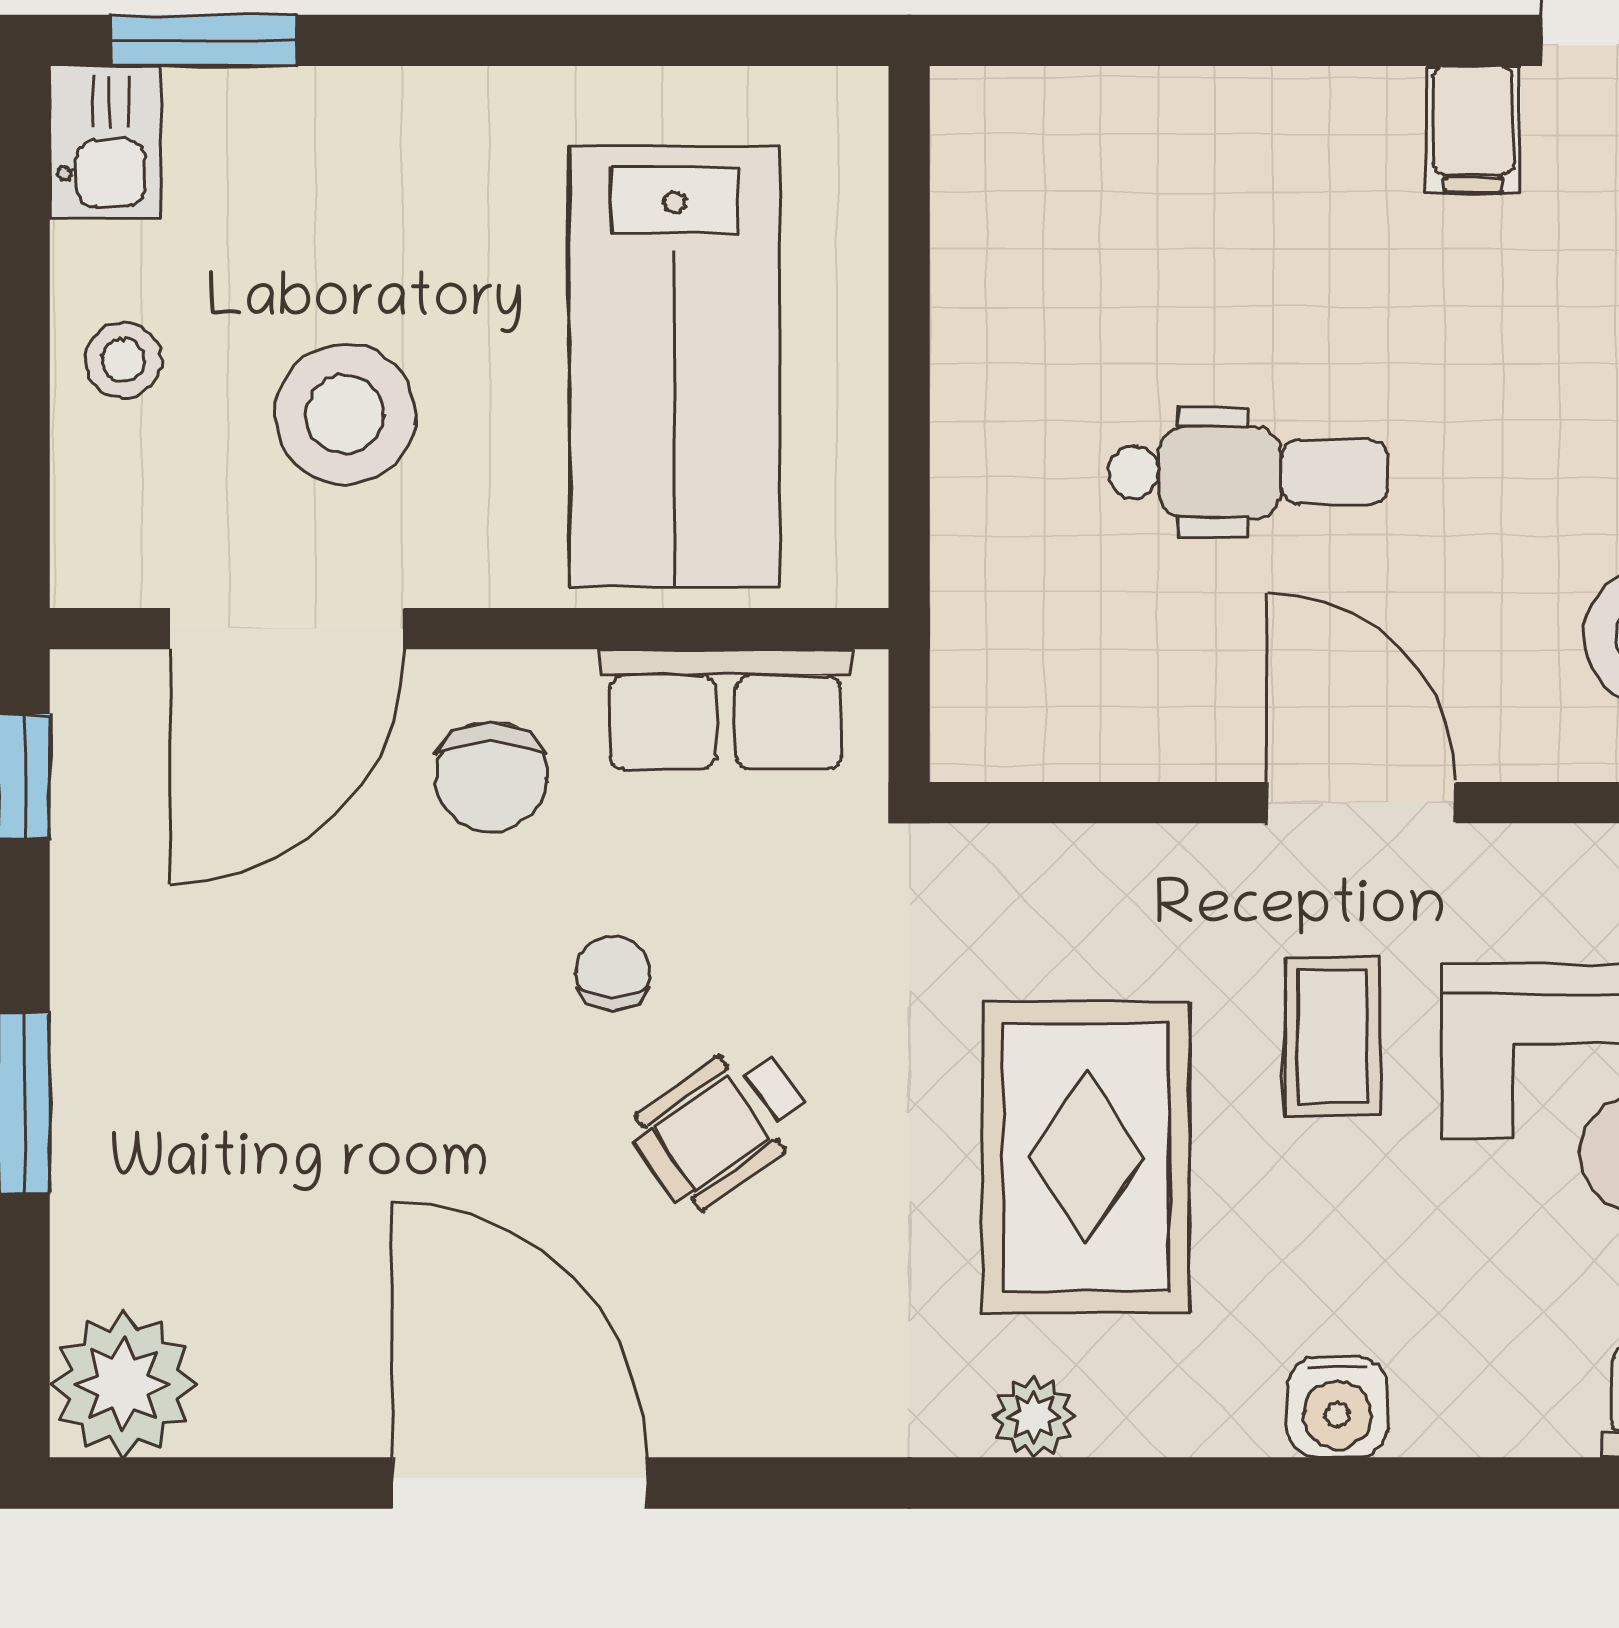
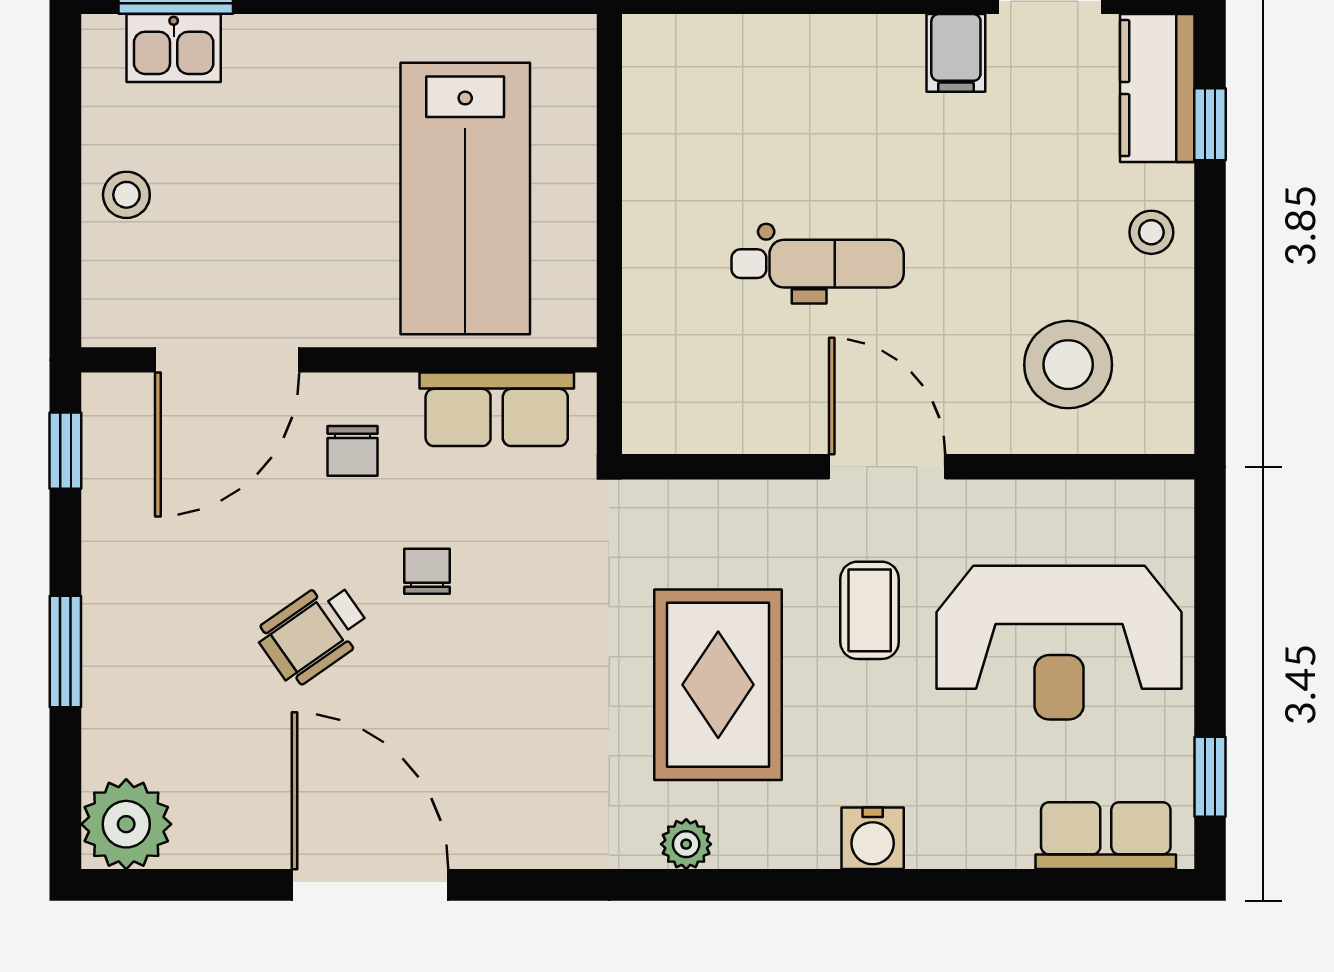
kitchen sink: (105, 143) -> (174, 48), moved, turned 90
stool: (345, 414) -> (263, 228), removed
chair: (491, 777) -> (353, 451), width x0.73, depth x0.73
wheelchair: (721, 1126) -> (313, 633), moved

